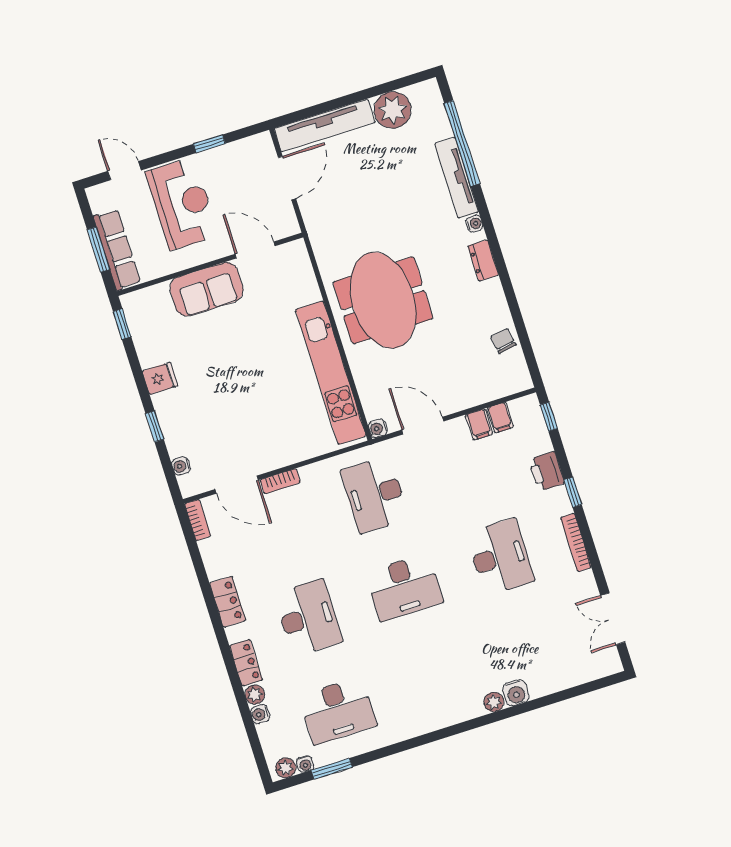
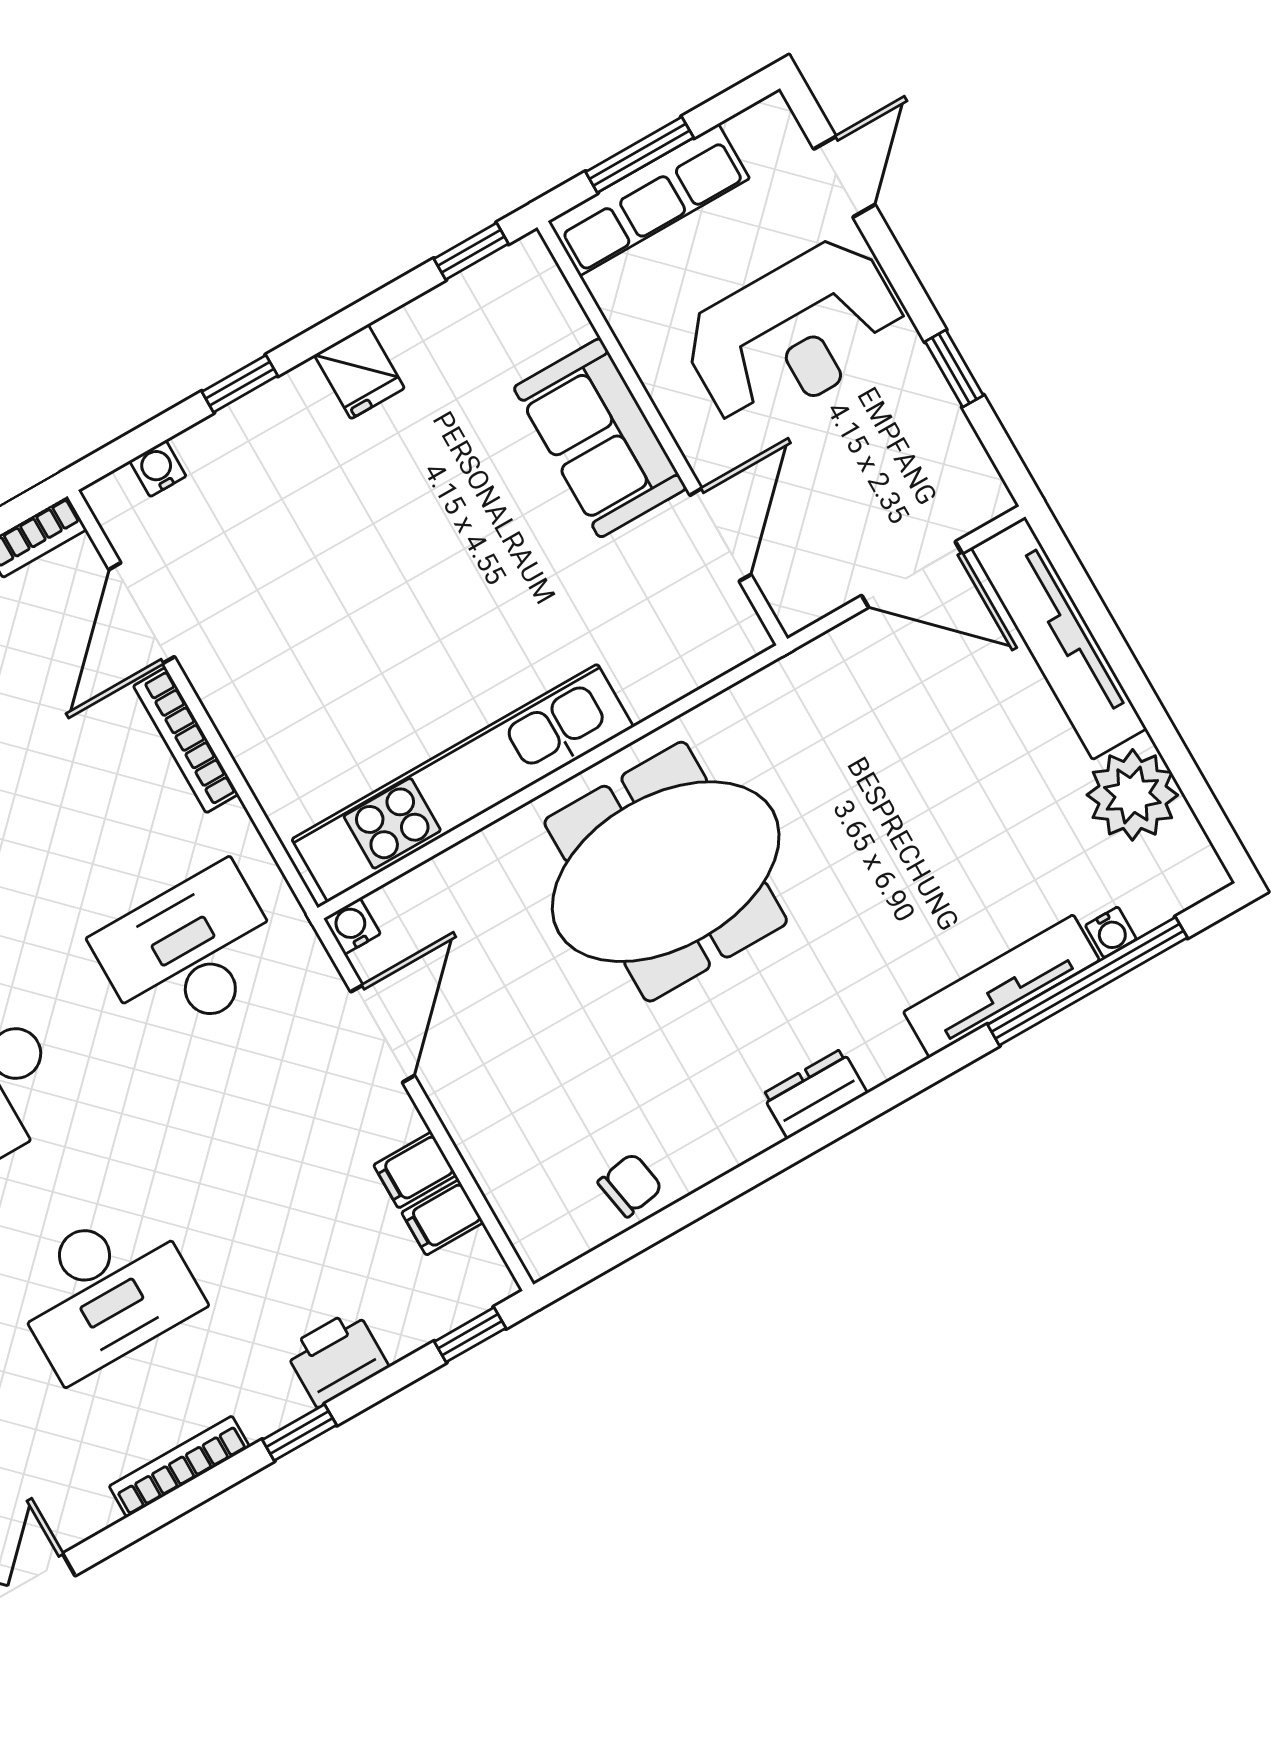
water cooler: (474, 224) -> (1111, 932), moved
bookcase: (280, 481) -> (186, 740), width x1.56

